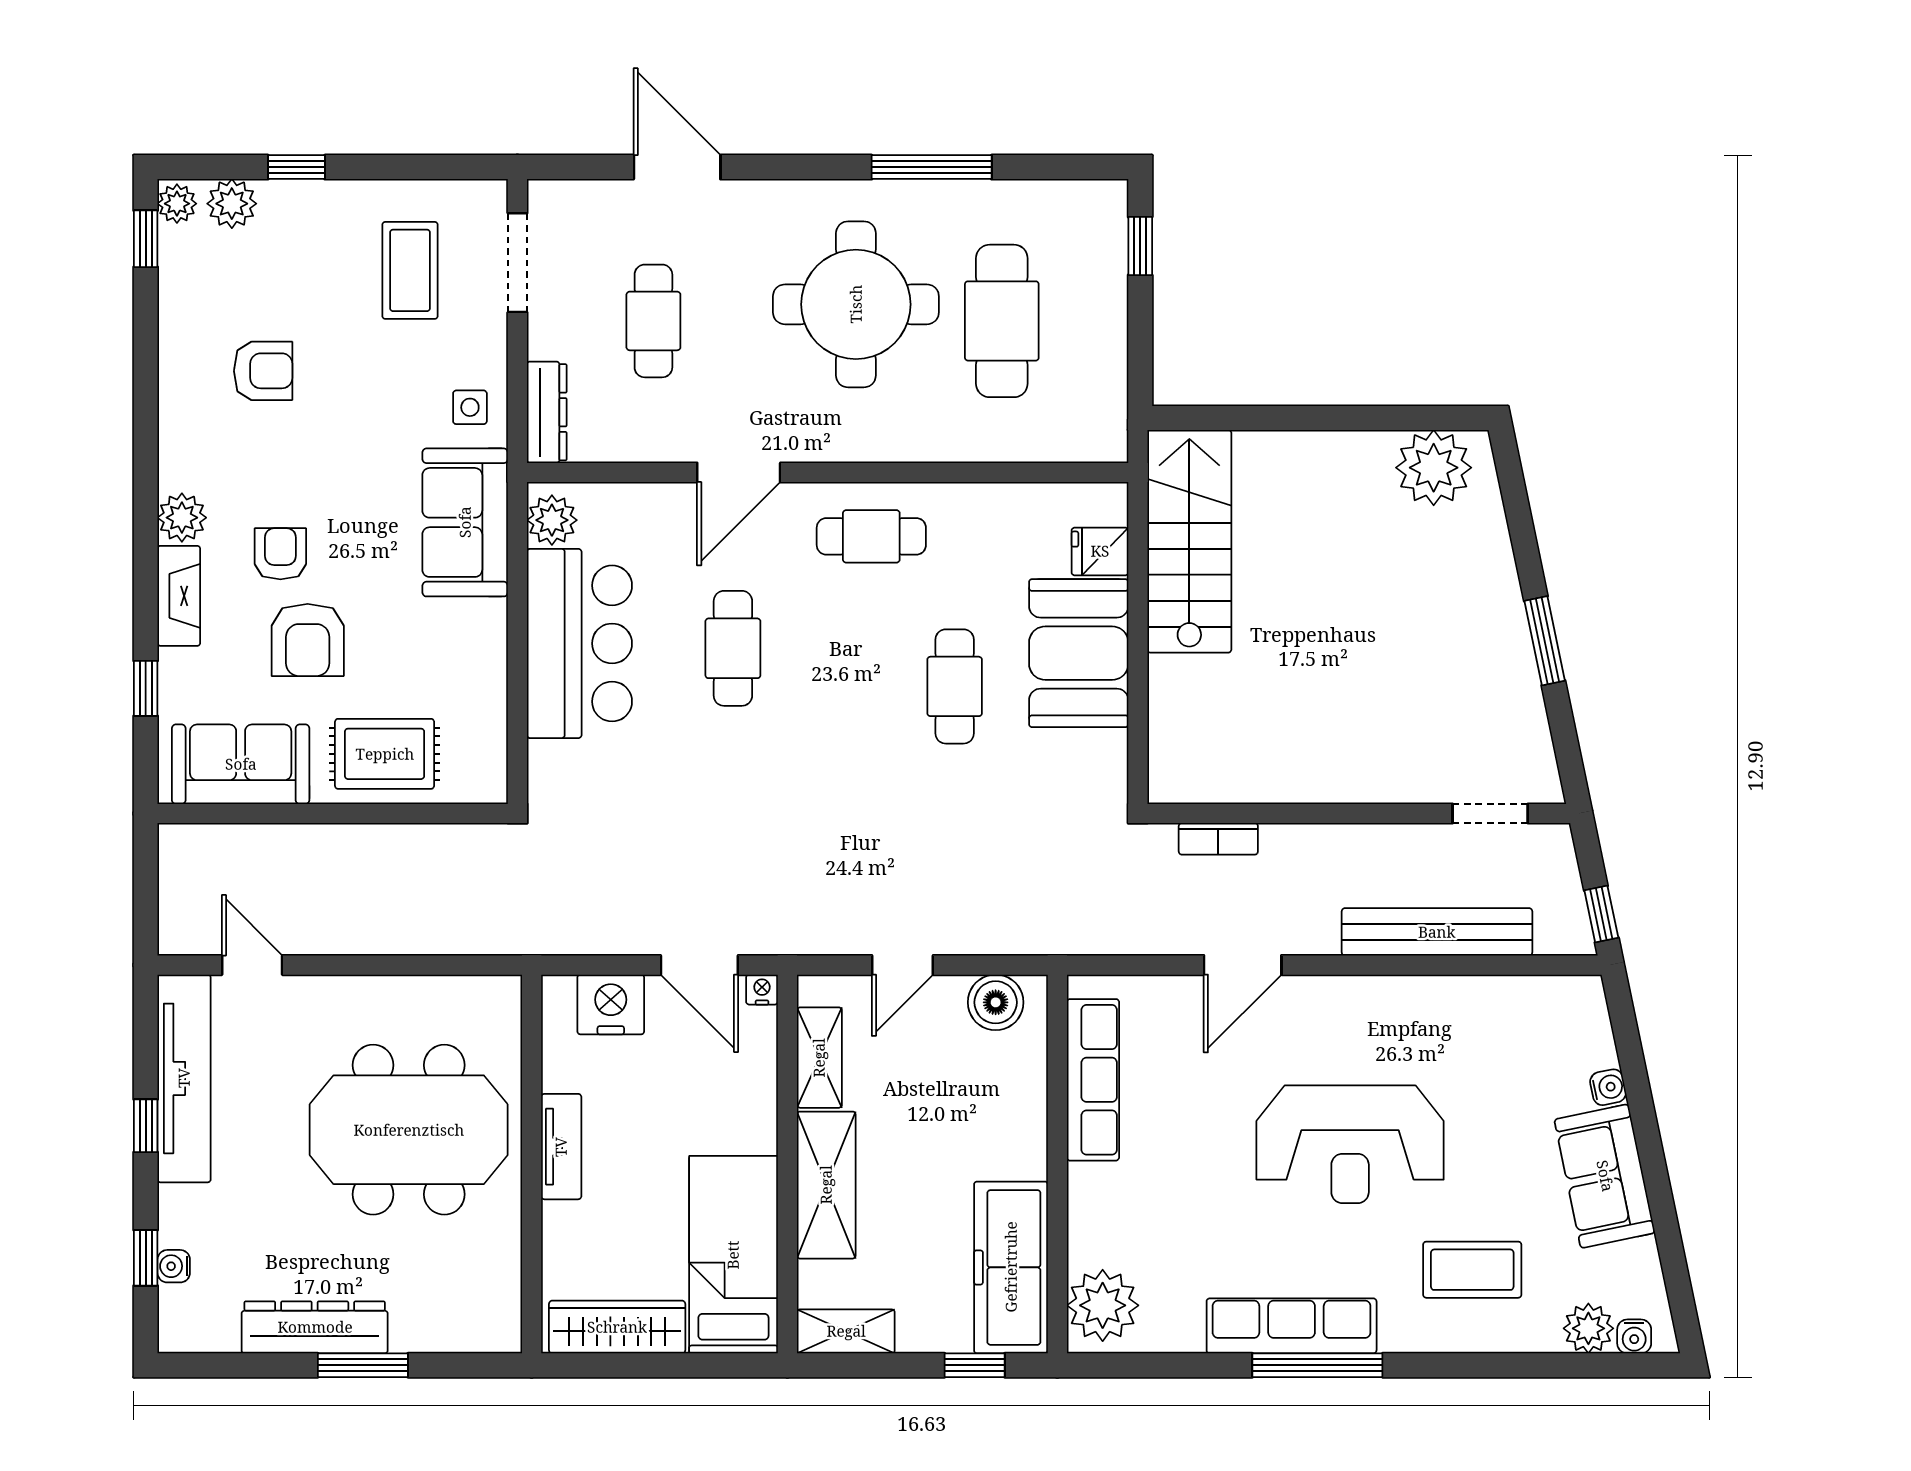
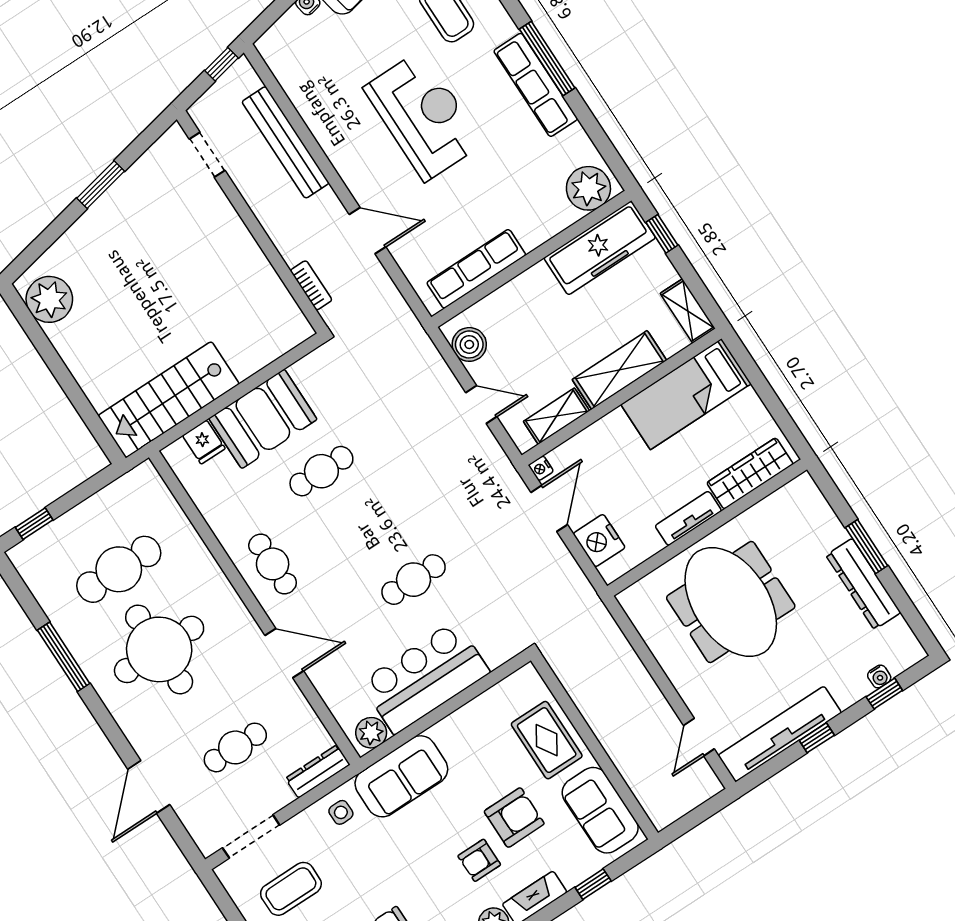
cafe table: (733, 648) -> (414, 580), moved
wardrobe: (617, 1327) -> (750, 473), moved, turned 90

